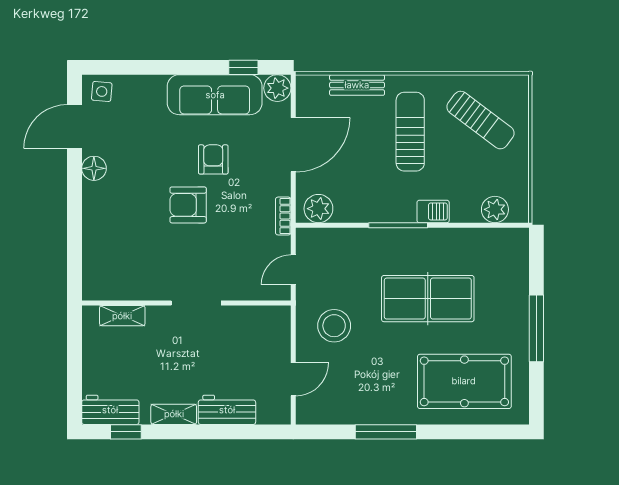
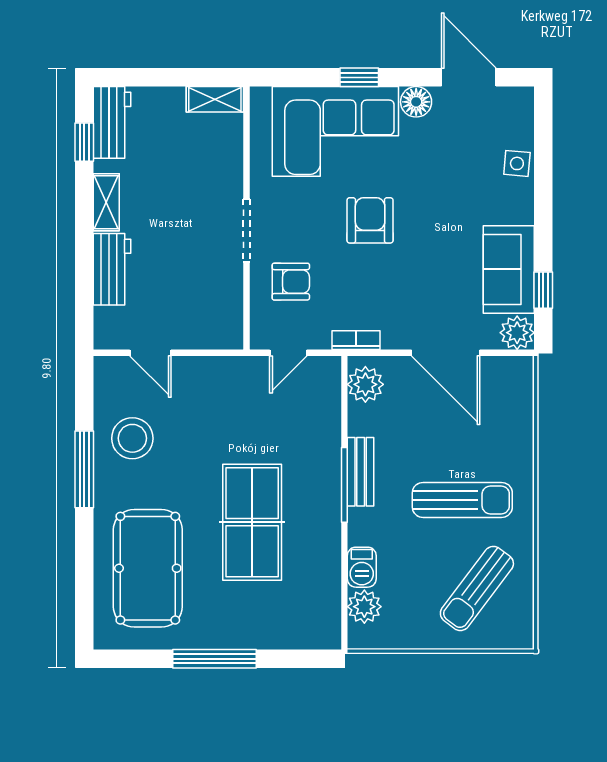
bench: (357, 85) -> (361, 472), moved
side table: (102, 91) -> (517, 163), moved
sofa: (215, 95) -> (509, 269), width x0.73
armchair: (213, 159) -> (291, 282), moved
barbecue: (433, 211) -> (362, 567), moved
window: (75, 213) -> (359, 77), added
corner sofa: (117, 232) -> (335, 131), added
door: (293, 270) -> (288, 353), swing flipped
shelving: (122, 316) -> (215, 99), moved, turned 90
stool: (334, 326) -> (132, 438), moved

